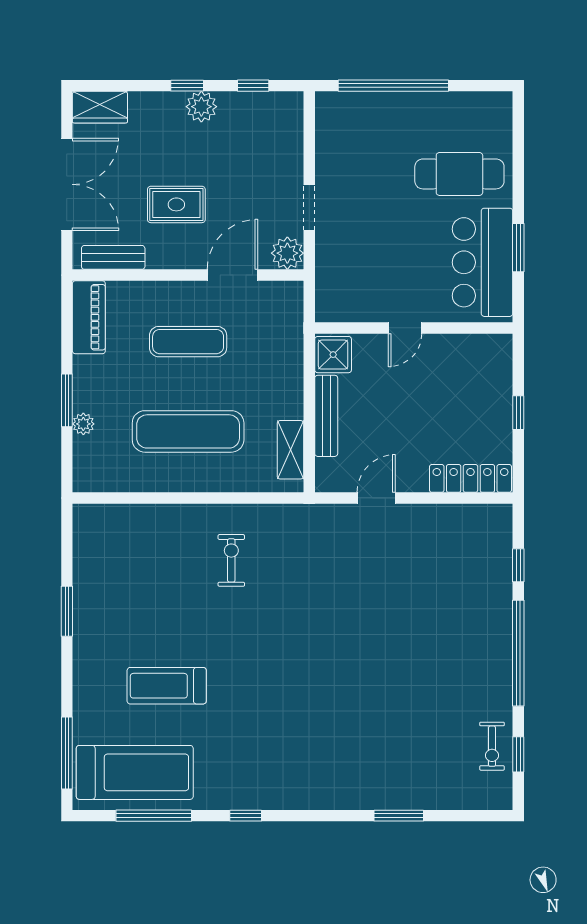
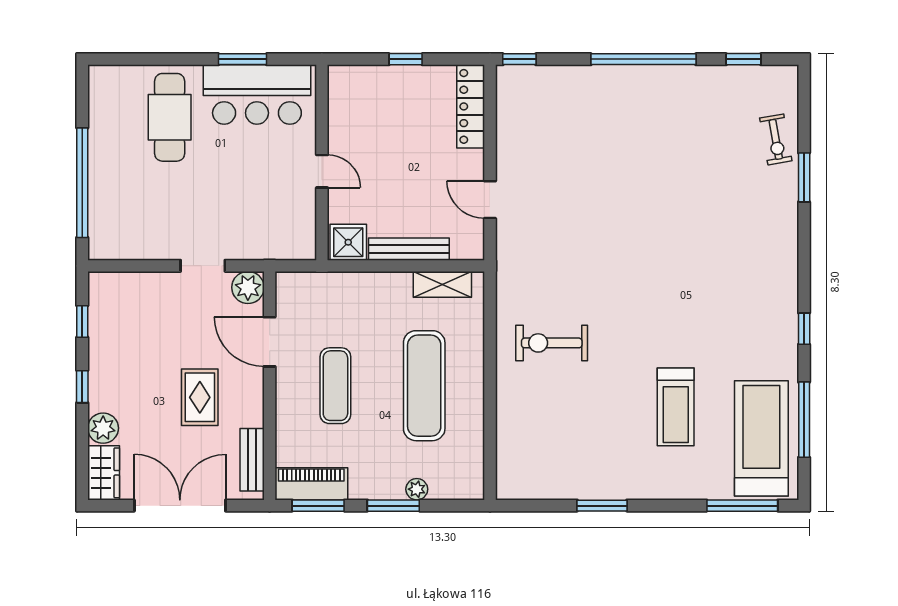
plant: (201, 107) -> (103, 428), moved
window: (67, 324) -> (318, 506), added
exercise bike: (231, 560) -> (552, 343), width x1.38, depth x1.39
window: (518, 565) -> (519, 59), moved
exercise bike: (492, 746) -> (776, 139), moved, turned 80

